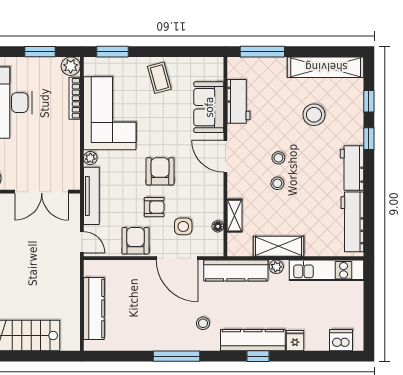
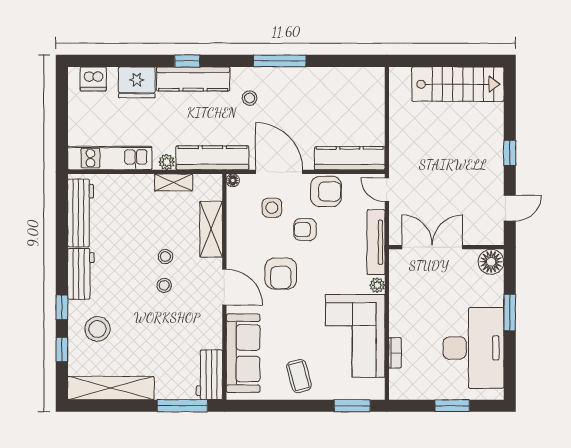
window: (40, 52) -> (452, 406), moved
plant: (71, 66) -> (399, 389), removed
bookcase: (75, 98) -> (395, 353), width x0.64
workbench: (238, 101) -> (209, 375), moved
sofa: (209, 107) -> (243, 353), width x1.36
stool: (314, 115) -> (97, 329), moved
armchair: (160, 171) -> (281, 274), moved
shelving: (234, 216) -> (211, 229), width x1.50, depth x1.33
floor lamp: (218, 226) -> (233, 180), moved
armchair: (136, 241) -> (326, 192), turned -90
shelving: (279, 246) -> (174, 182), width x0.67, depth x0.75
kitchen counter: (94, 309) -> (350, 158), moved, turned 90
fridge: (295, 341) -> (137, 82), width x1.88, depth x1.34

